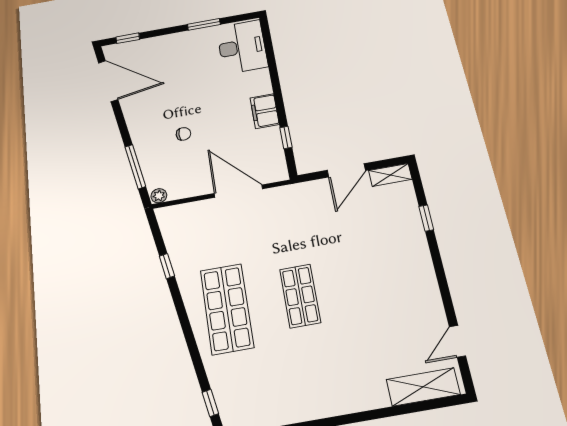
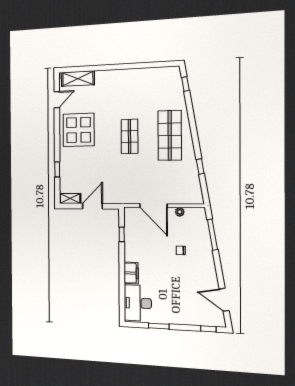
door: (108, 81) -> (224, 300), width x0.73
filing cabinet: (265, 111) -> (131, 273), moved
plant: (159, 196) -> (180, 212), moved
display table: (400, 292) -> (79, 130), added

